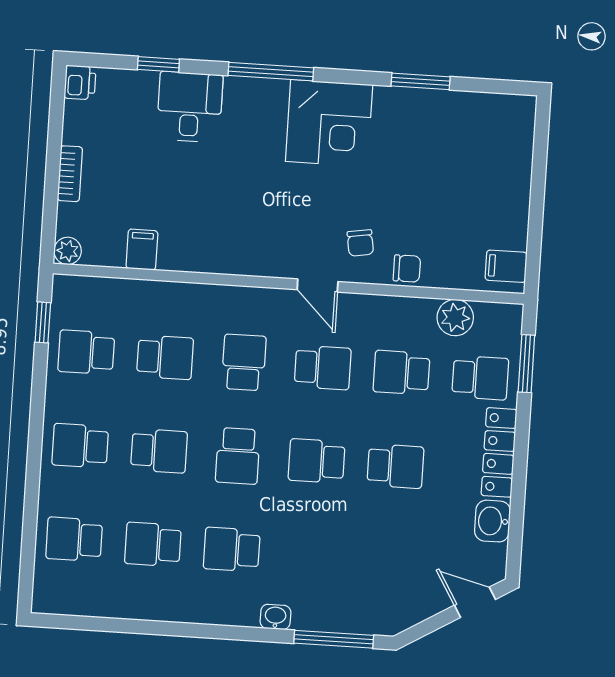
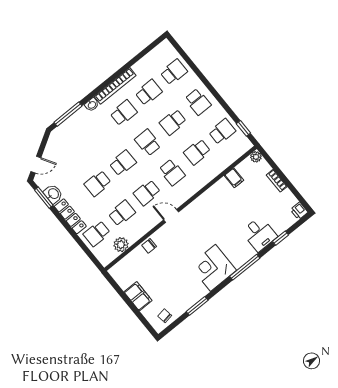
chair: (360, 243) -> (165, 316), moved
filing cabinet: (506, 266) -> (138, 296), moved, width x2.00
window: (526, 364) -> (44, 198), moved
school desk: (80, 446) -> (198, 102), turned 90
bookcase: (202, 612) -> (115, 86), added

